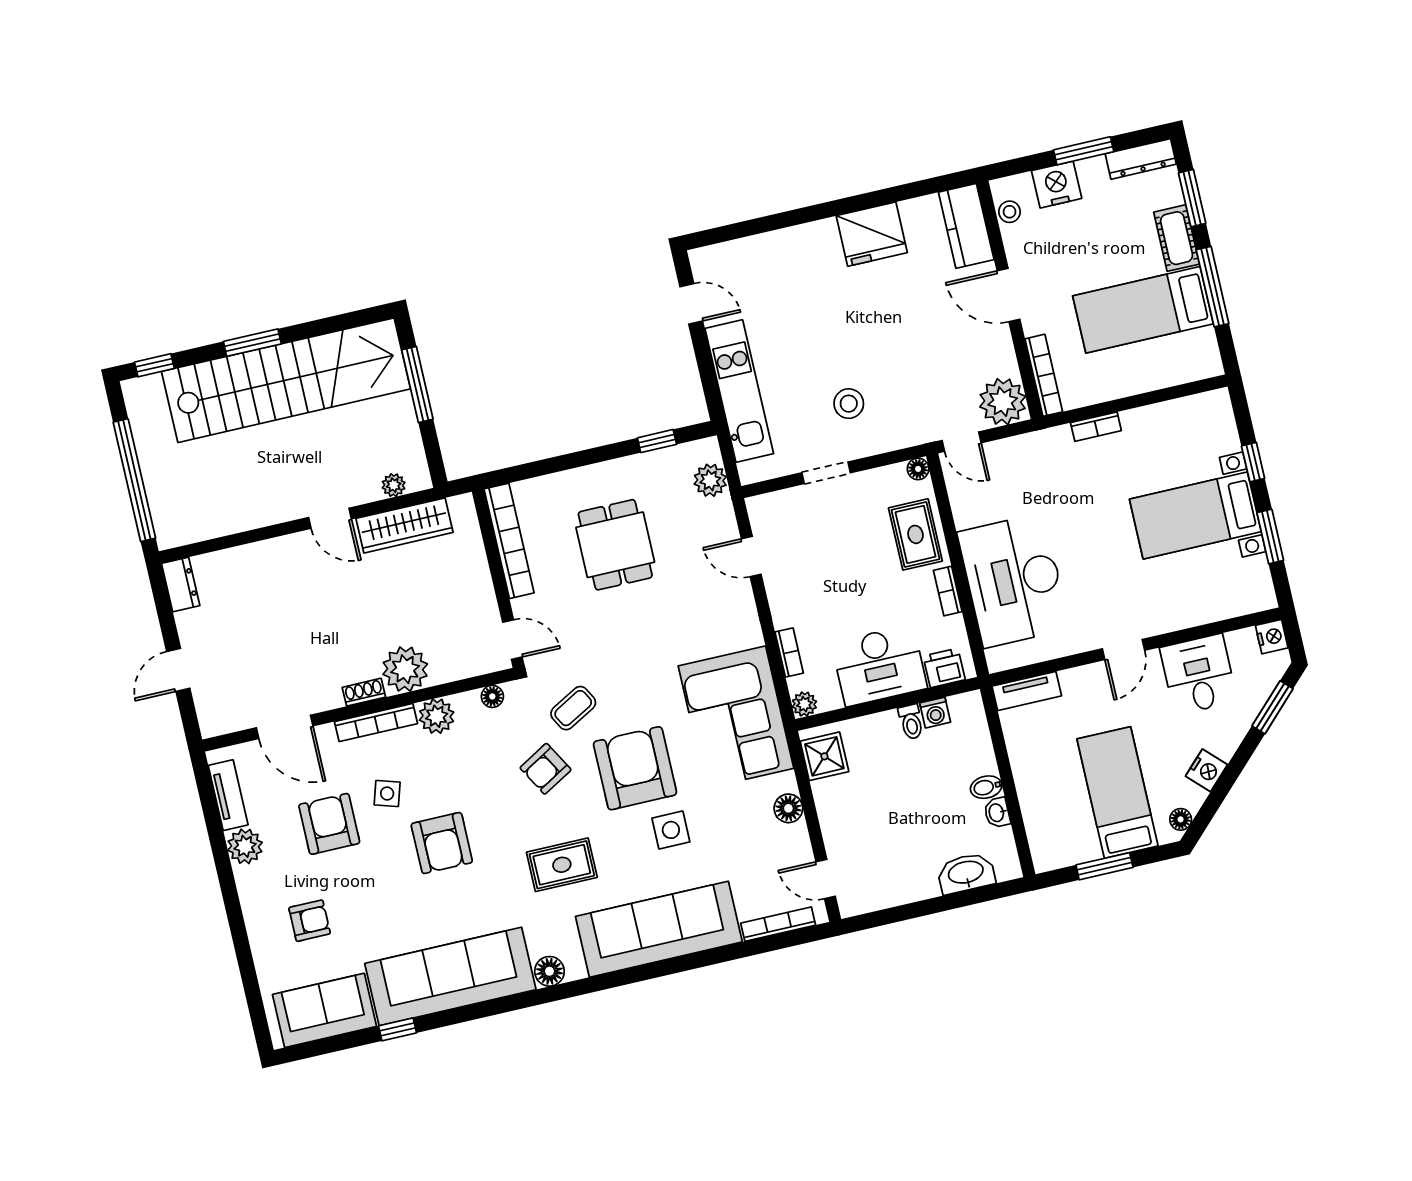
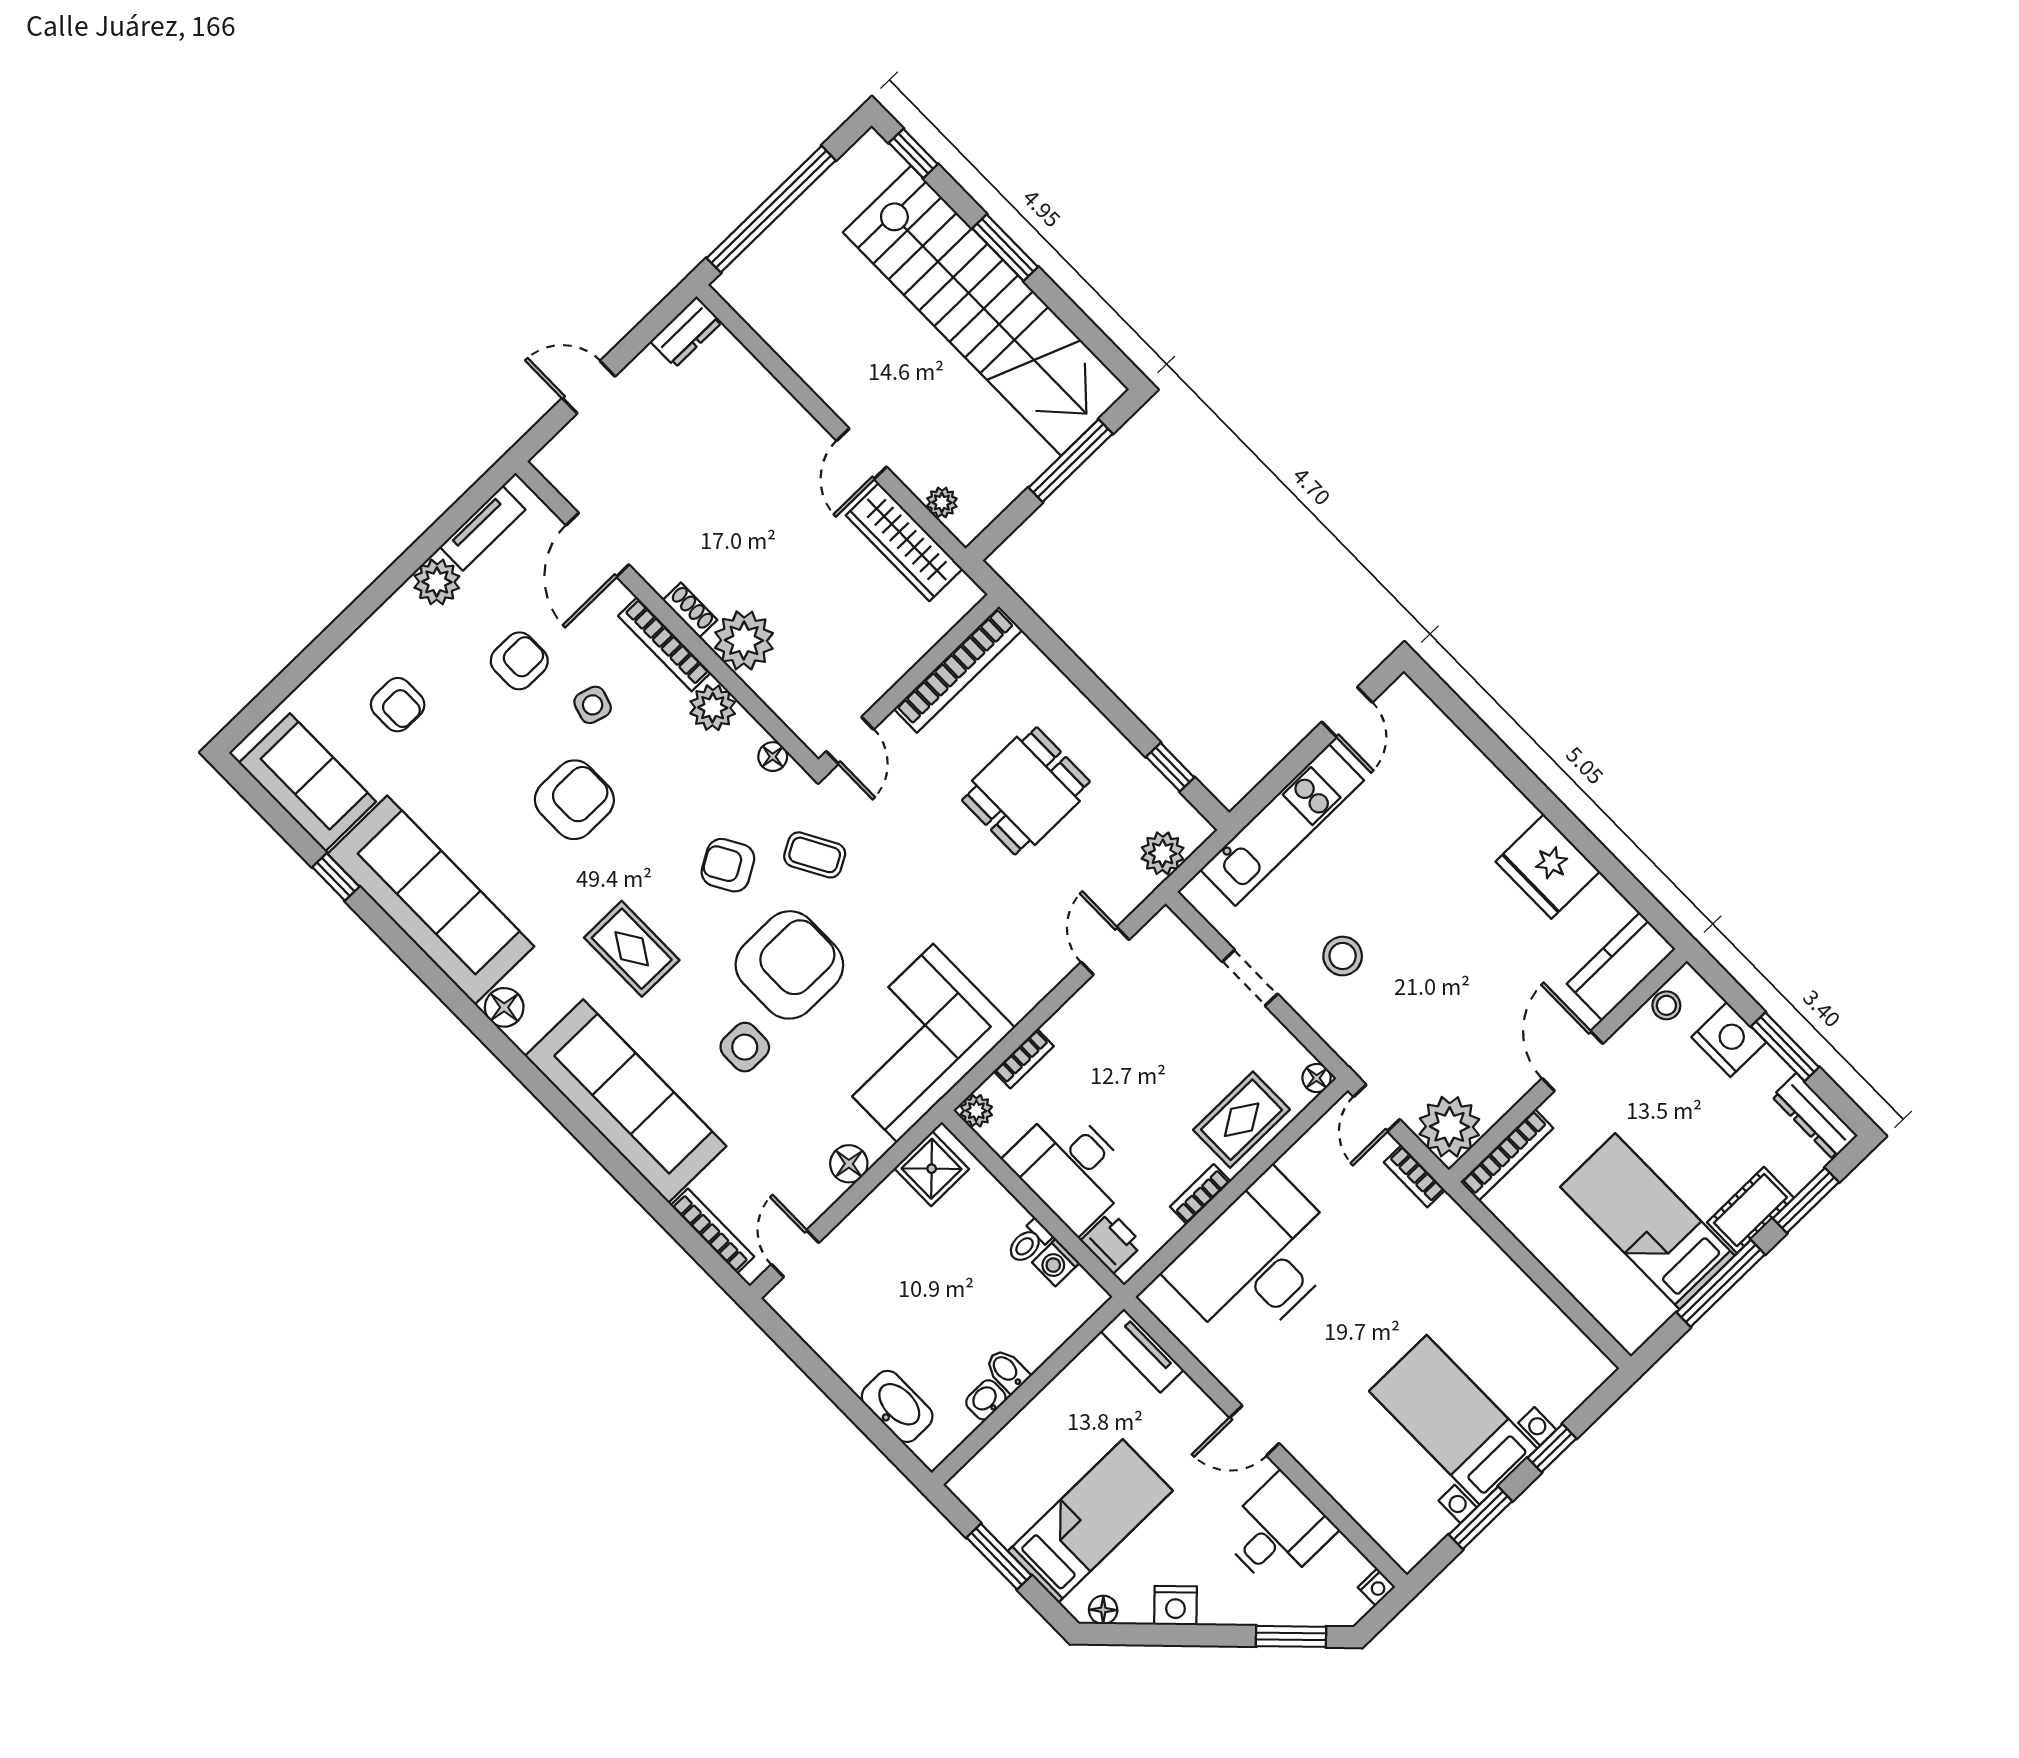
bookcase: (1096, 427) -> (1415, 1176), moved
nightstand: (1272, 637) -> (1377, 1587), width x0.72, depth x0.74
armchair: (329, 824) -> (519, 661), width x0.72, depth x0.72
armchair: (442, 843) -> (574, 800), turned 180

